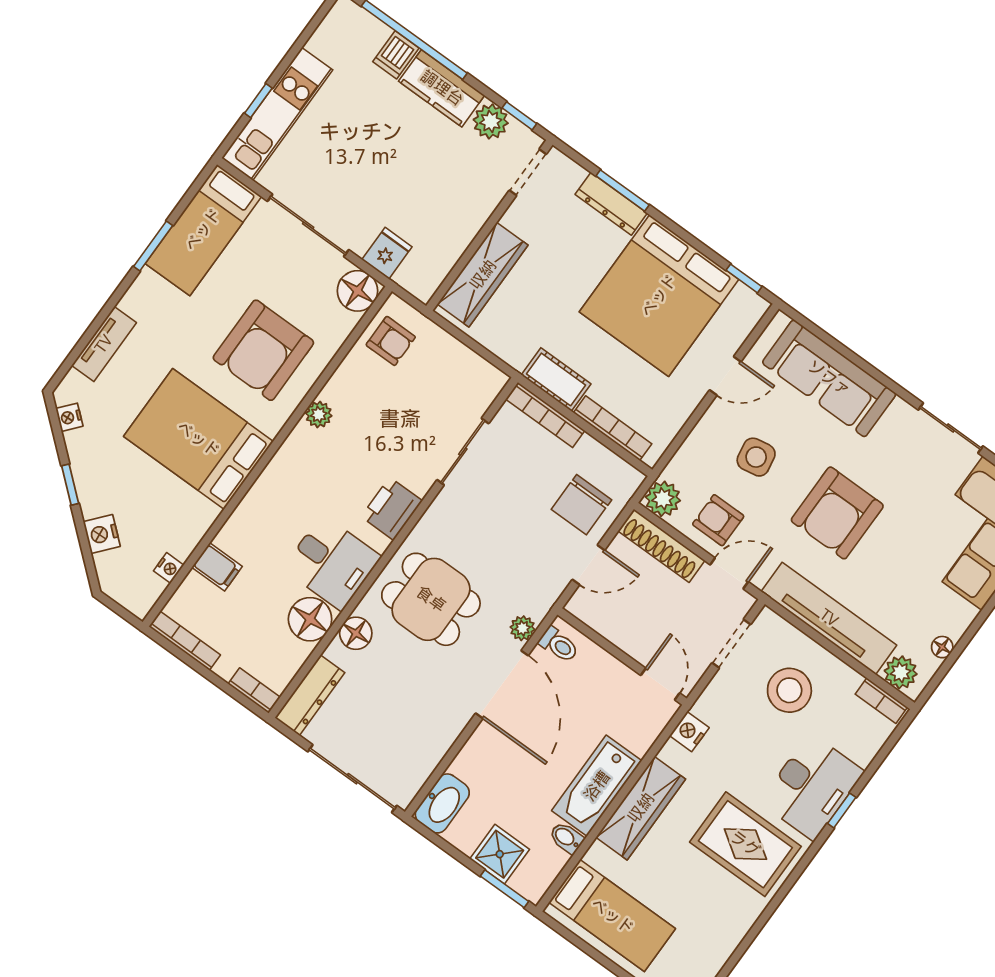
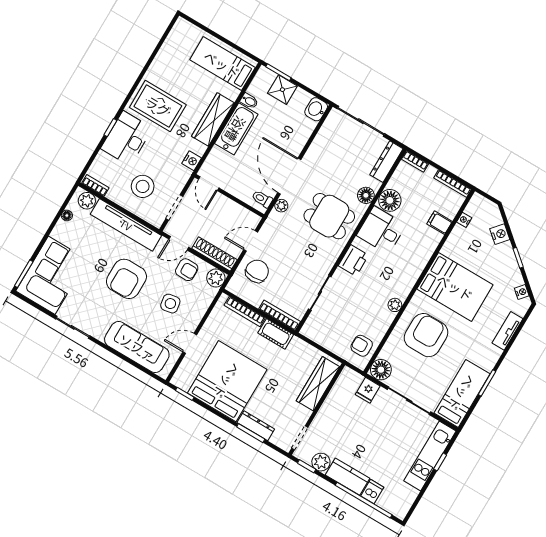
armchair: (837, 513) -> (126, 279), turned 180
washbasin: (442, 803) -> (316, 109), width x0.72

